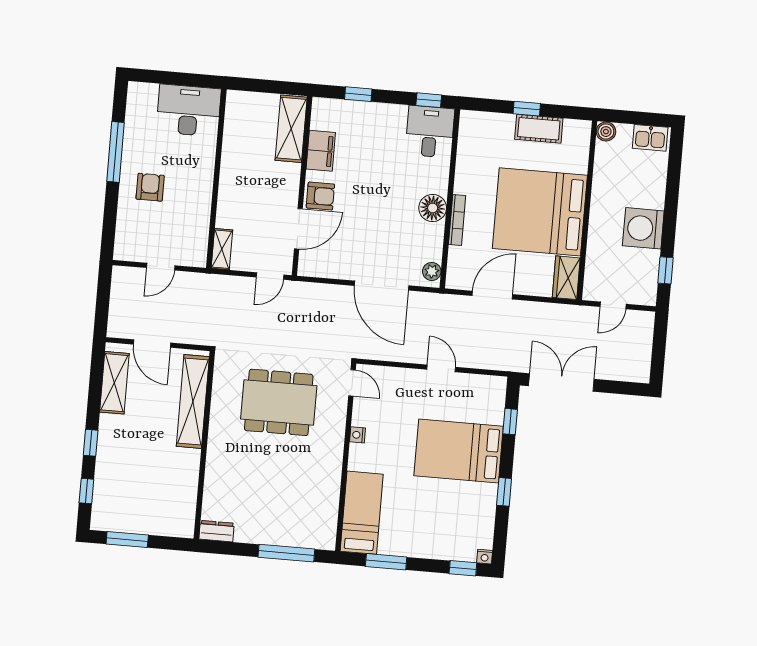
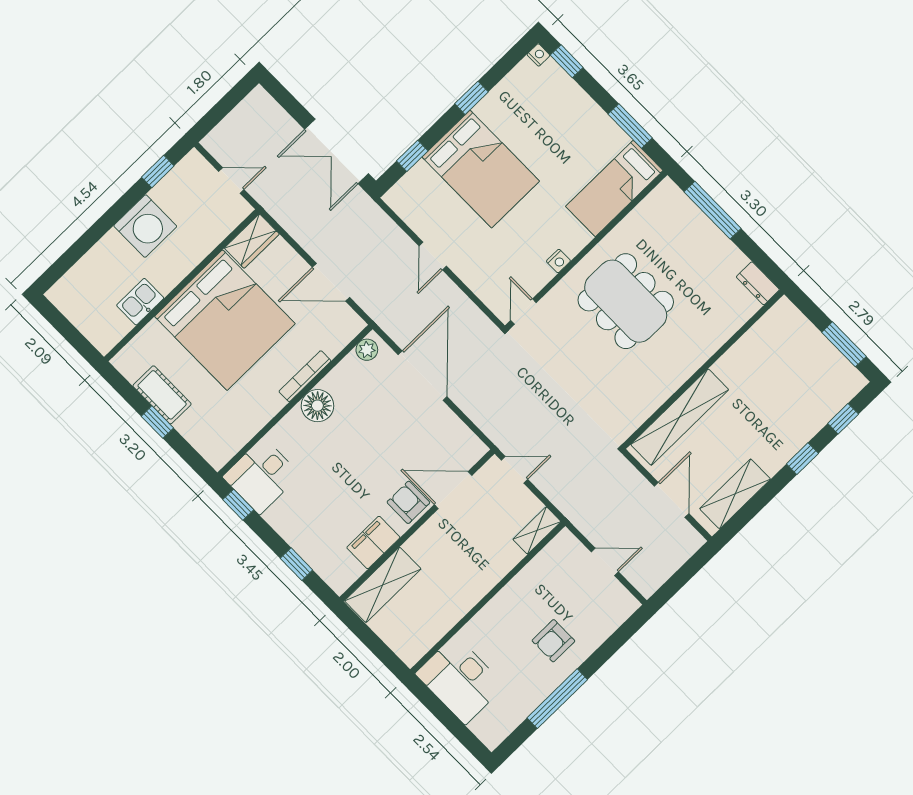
boiler: (606, 132) -> (104, 341), removed
kitchen sink: (650, 138) -> (140, 302), moved, turned -90
dining table: (279, 402) -> (626, 301), moved

